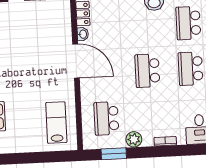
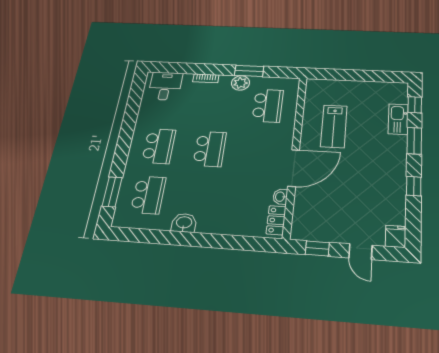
door: (76, 61) -> (294, 168), swing flipped
lab bench: (56, 123) -> (334, 126), moved
window: (114, 154) -> (249, 71), moved

